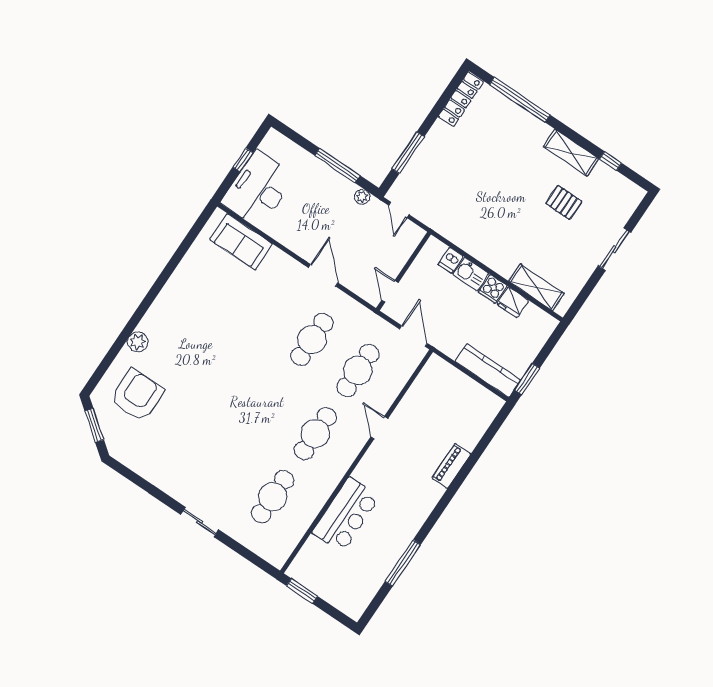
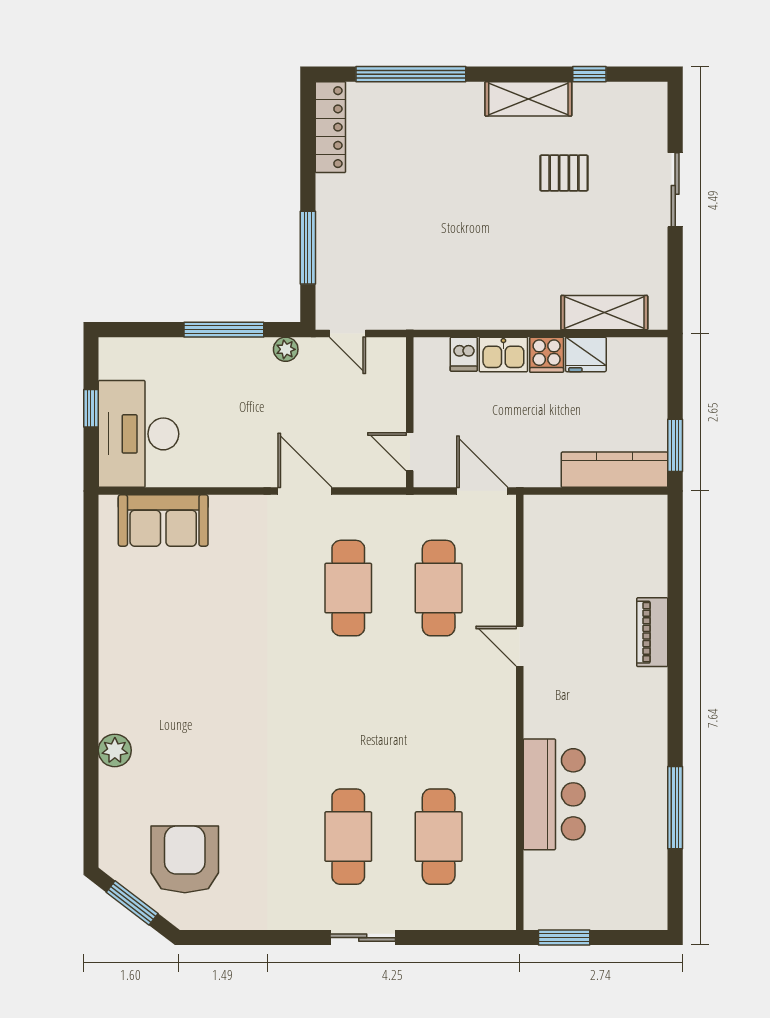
armchair: (137, 395) -> (185, 859), moved
cafe table: (315, 434) -> (348, 837), moved

